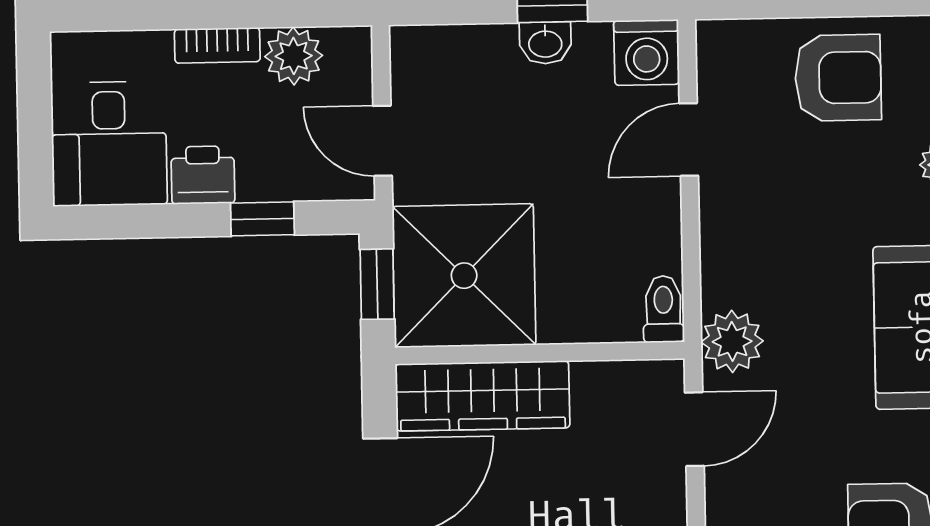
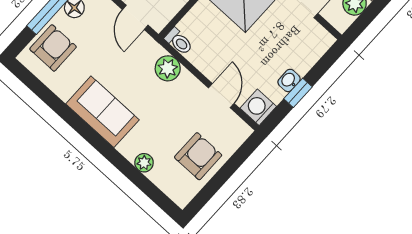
armchair: (838, 78) -> (198, 156), turned 180
plant: (732, 341) -> (168, 68), moved

